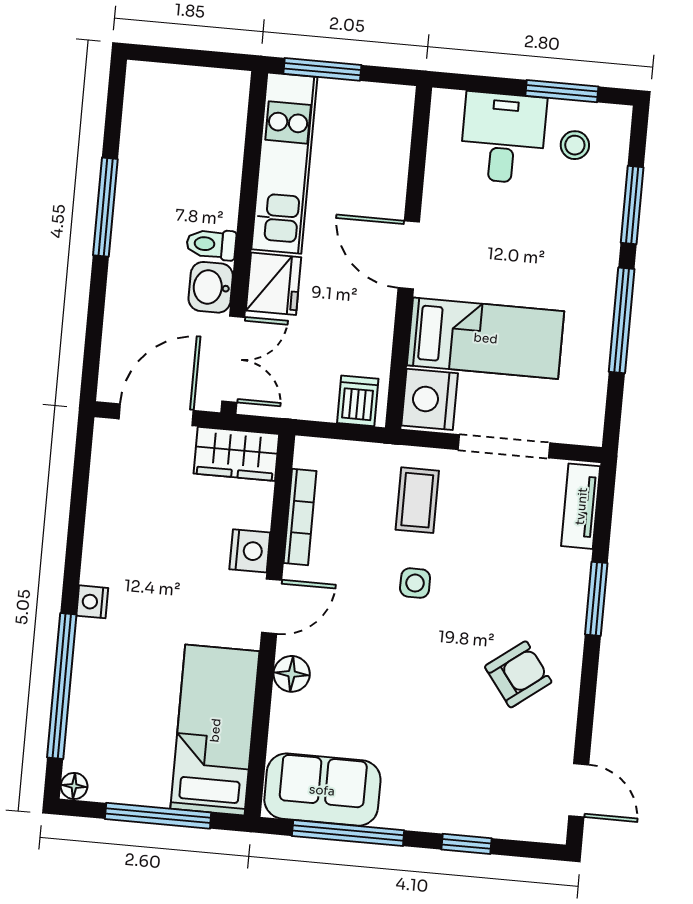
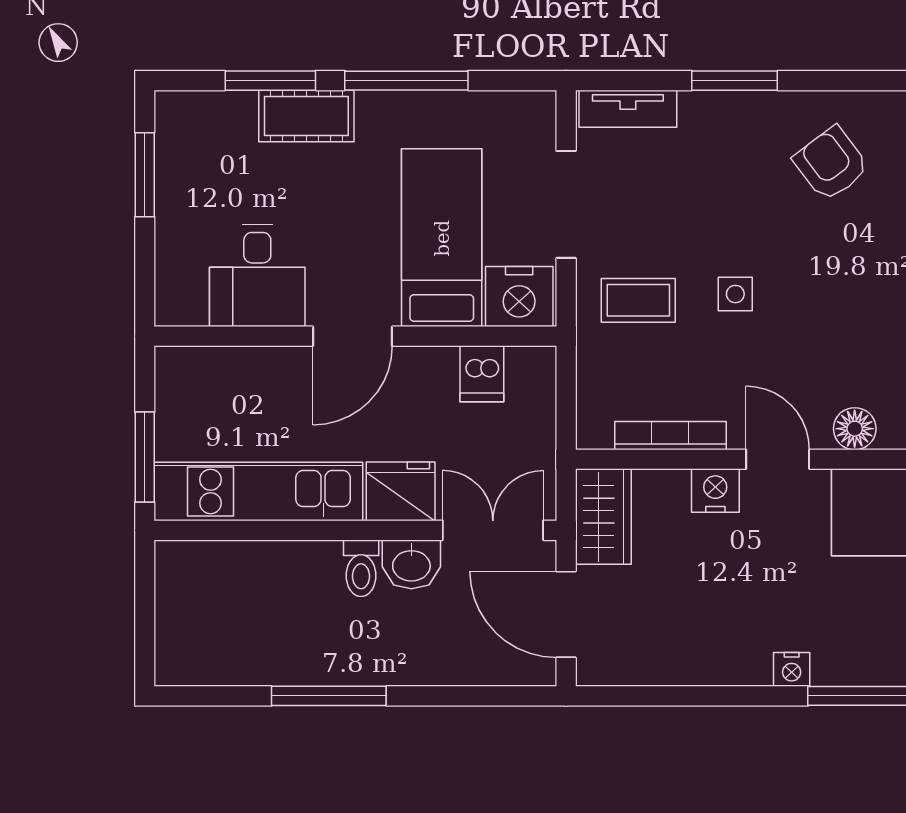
desk: (503, 138) -> (257, 275), moved, turned -90
stool: (575, 145) -> (206, 154), removed
cot: (599, 233) -> (306, 116), added
dishwasher: (358, 401) -> (482, 374), moved, turned -90

